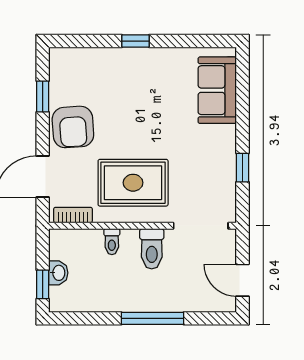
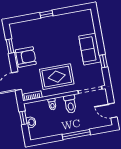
sofa: (217, 90) -> (90, 49), moved
armchair: (73, 127) -> (26, 57), turned -86
window: (43, 284) -> (23, 118), moved

